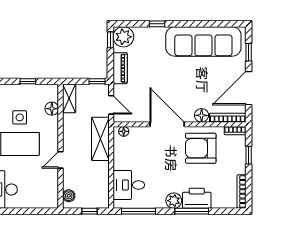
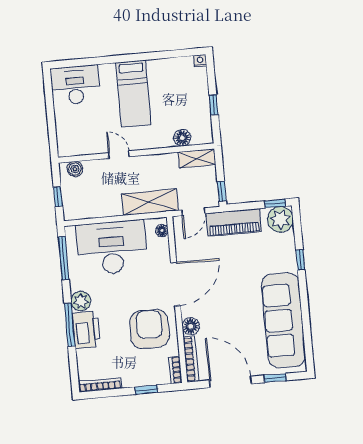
piano: (120, 68) -> (234, 222), width x1.37, depth x1.33
side table: (20, 117) -> (167, 99), removed
desk: (129, 185) -> (112, 248), width x1.87, depth x1.30

